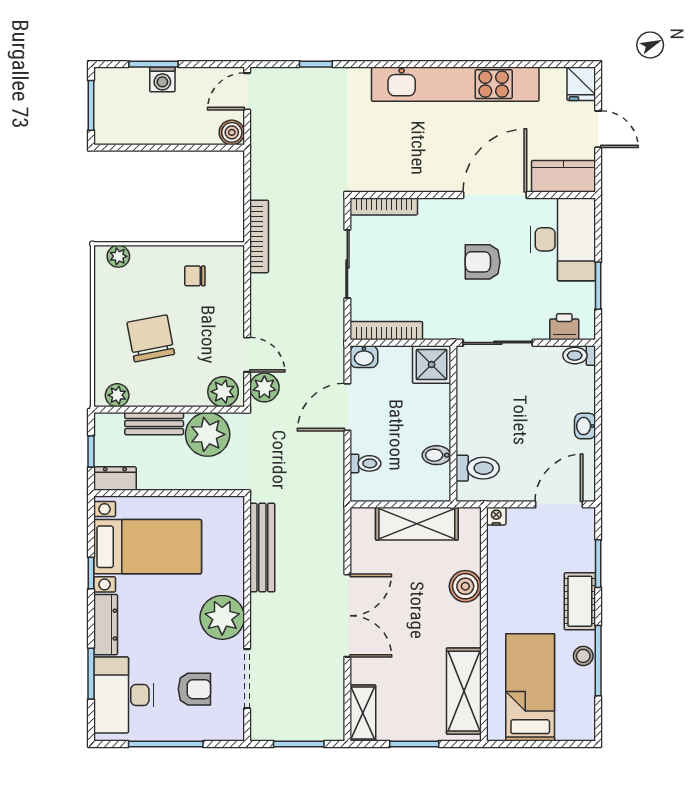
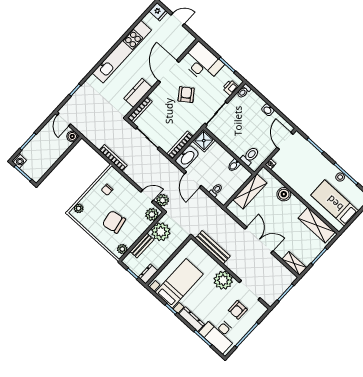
washing machine: (162, 79) -> (19, 161), moved
kitchen counter: (563, 176) -> (138, 93), moved
armchair: (483, 262) -> (186, 95), turned 144
washbasin: (364, 357) -> (187, 157), width x1.91, depth x1.45
cot: (580, 601) -> (322, 162), removed
armchair: (194, 689) -> (238, 310), turned 180

